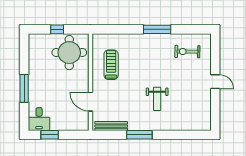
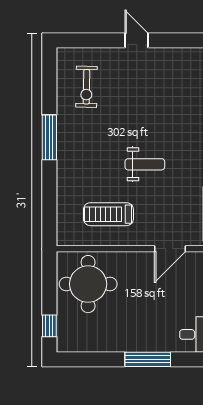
window: (57, 29) -> (49, 326), moved
door: (215, 82) -> (137, 40), hinge flipped
weight bench: (157, 99) -> (145, 164), moved

